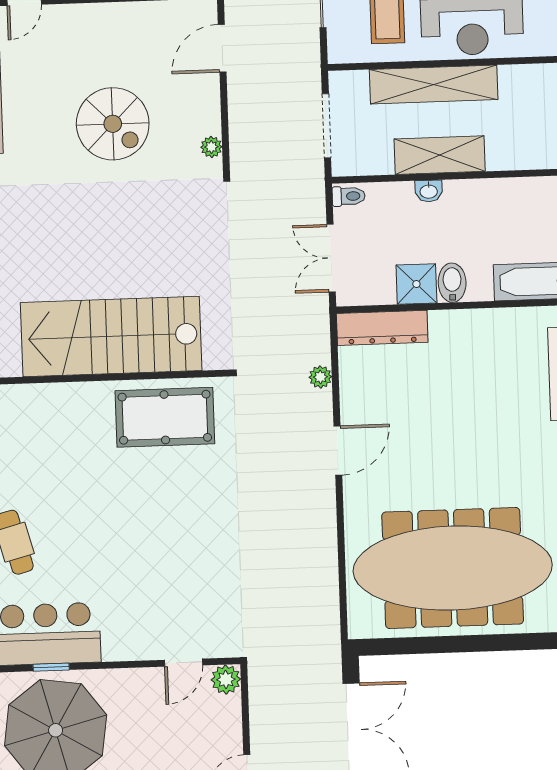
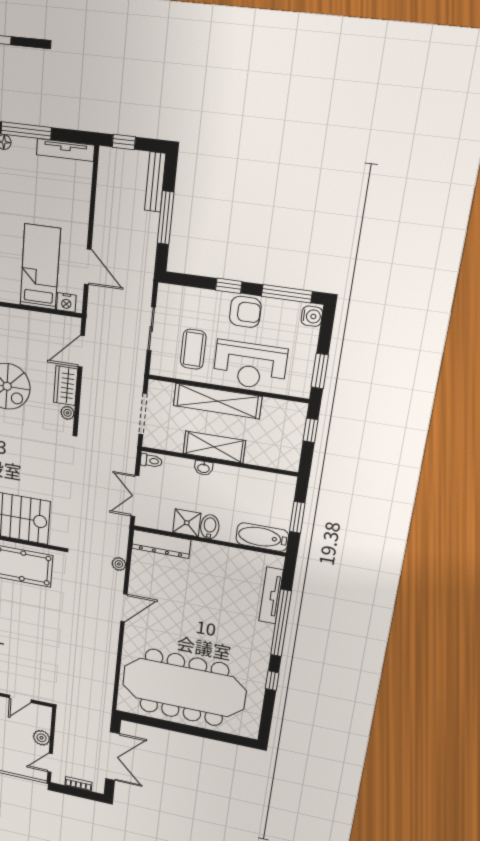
wardrobe: (204, 105) -> (66, 386), added
plant: (226, 679) -> (42, 738), moved

